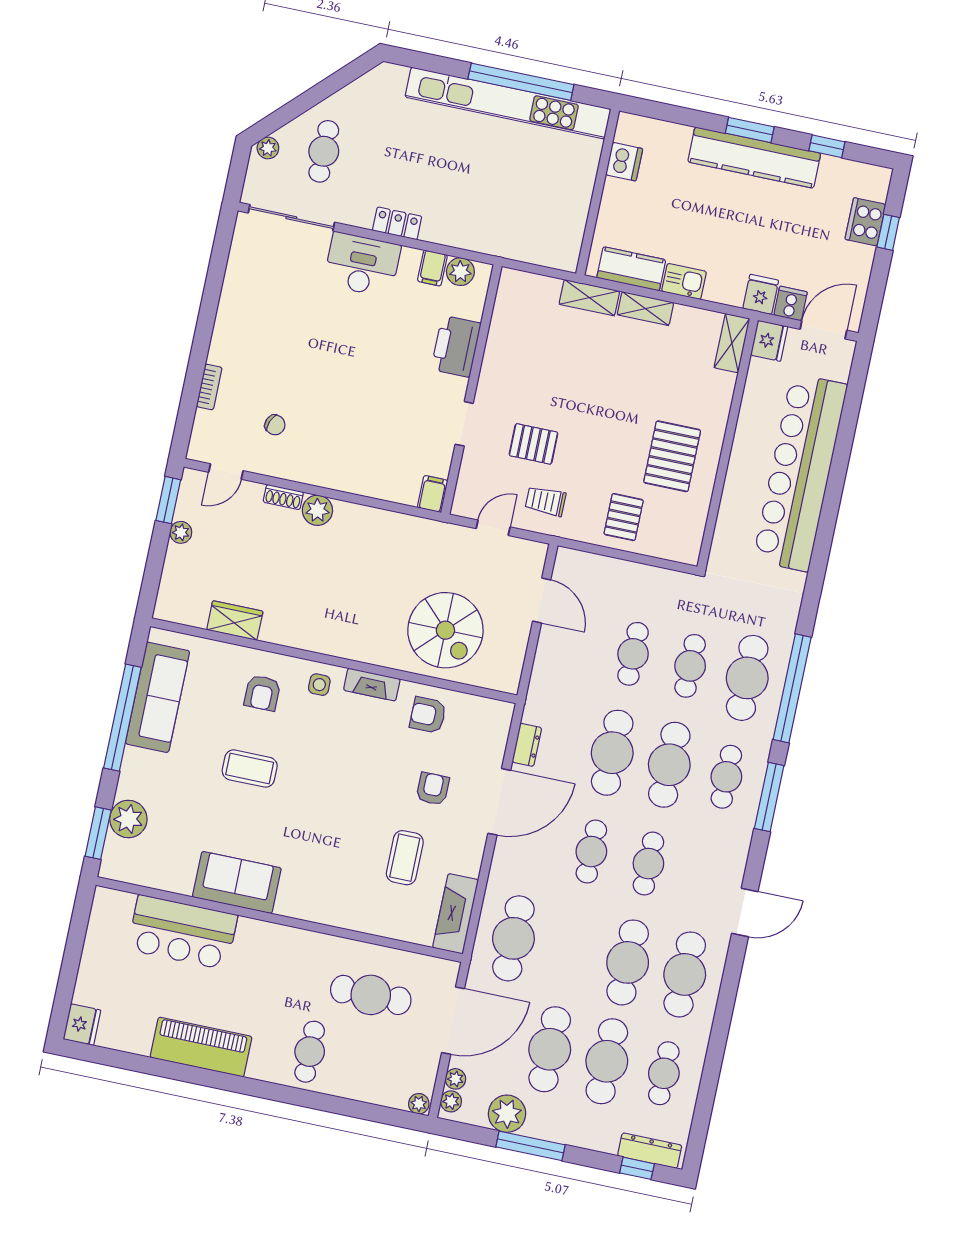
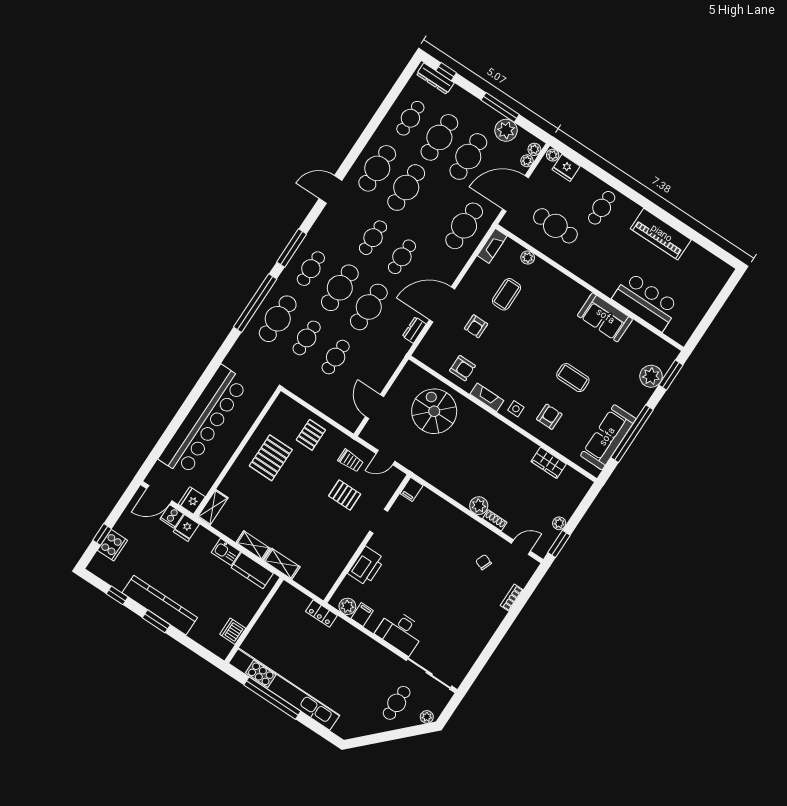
locker: (397, 223) -> (321, 613), moved
fireplace: (456, 914) -> (492, 246), width x0.73, depth x0.76
plant: (395, 928) -> (528, 258), added
fridge: (82, 1025) -> (566, 168), moved, turned -90

